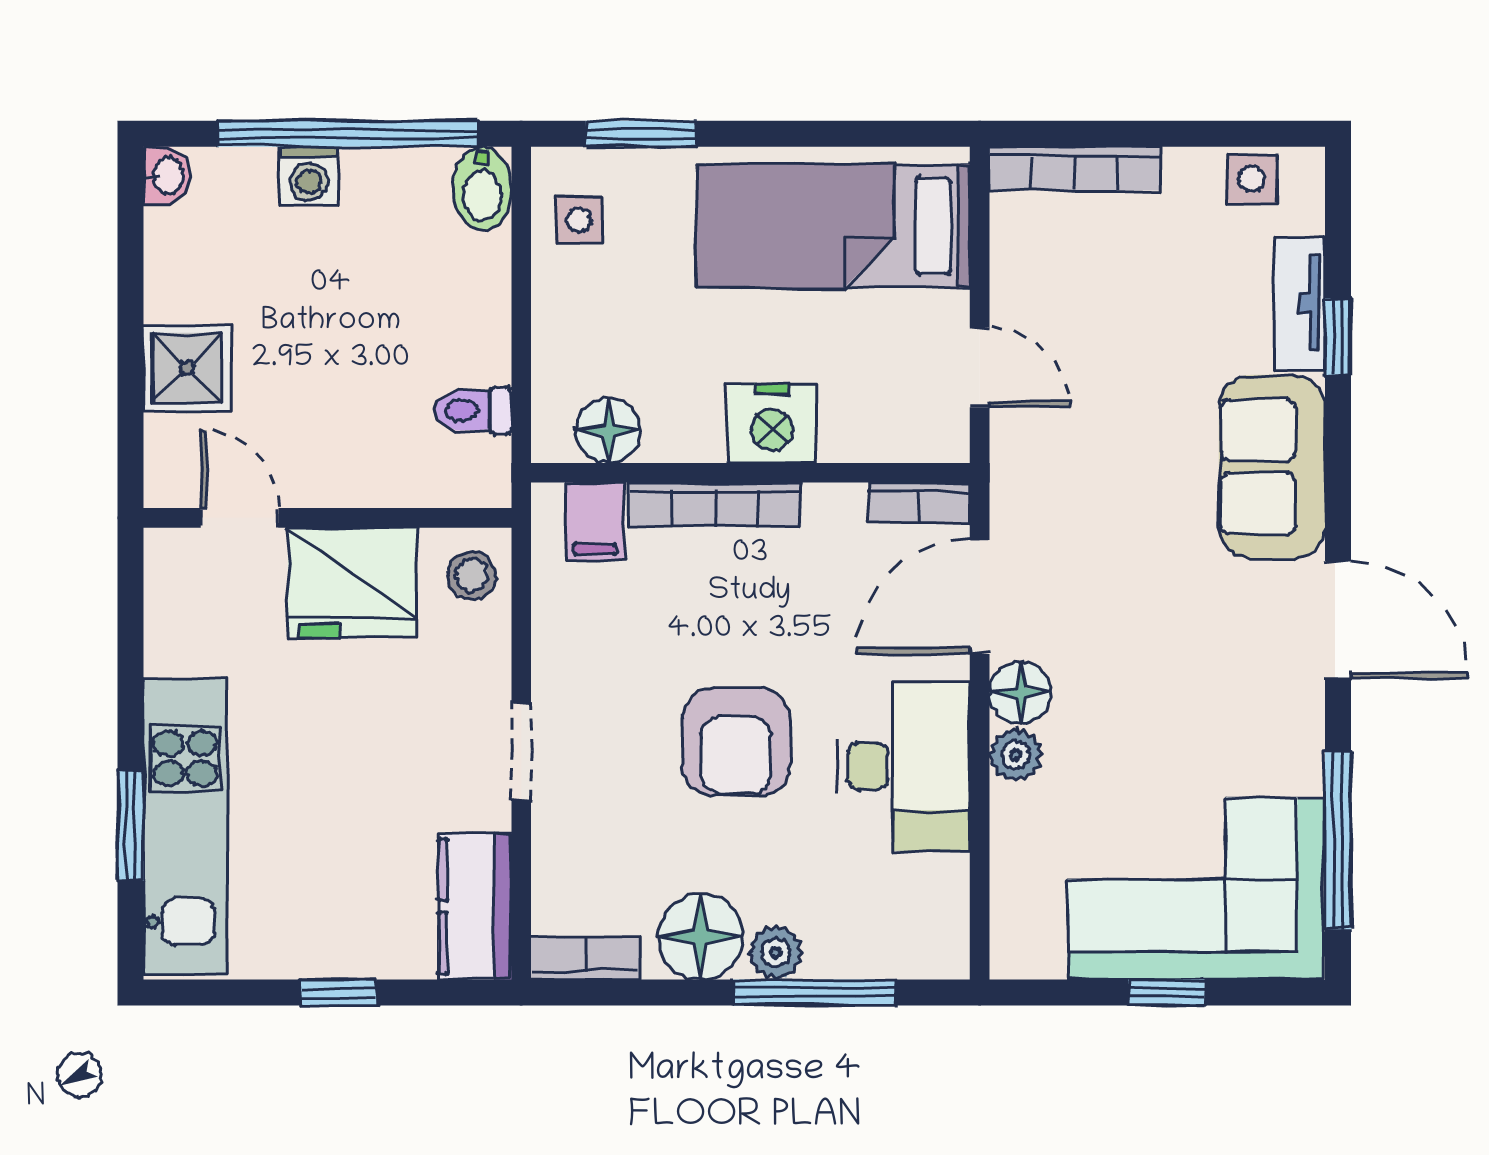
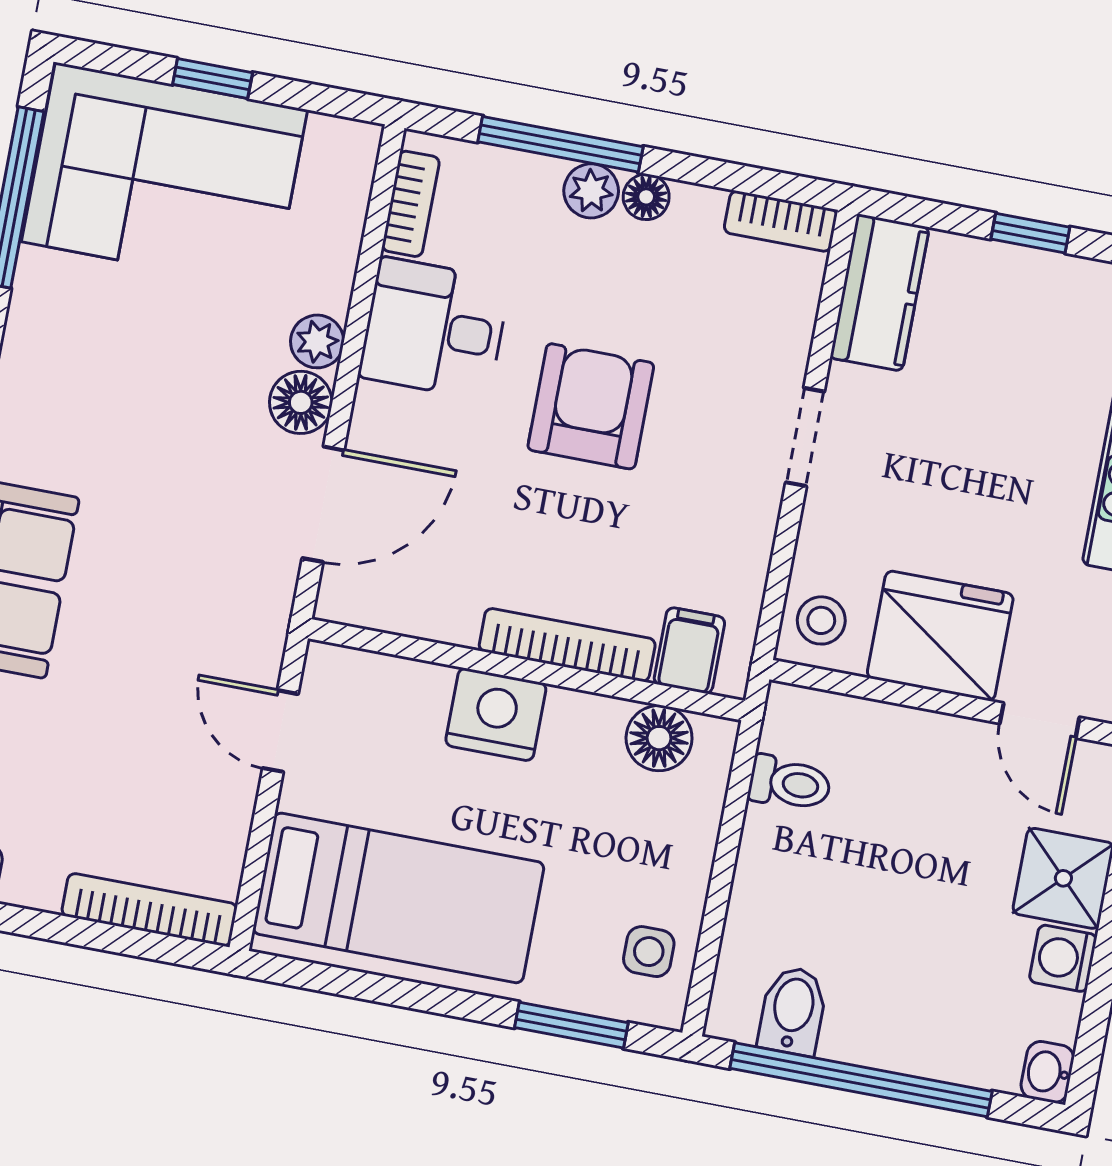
washing machine: (309, 176) -> (1063, 958), moved, turned -90
bidet: (482, 189) -> (793, 1011), moved
bookcase: (919, 503) -> (411, 204), moved, turned 90
desk: (904, 766) -> (434, 329), width x0.73
floor lamp: (701, 937) -> (646, 197), width x0.53, depth x0.53

